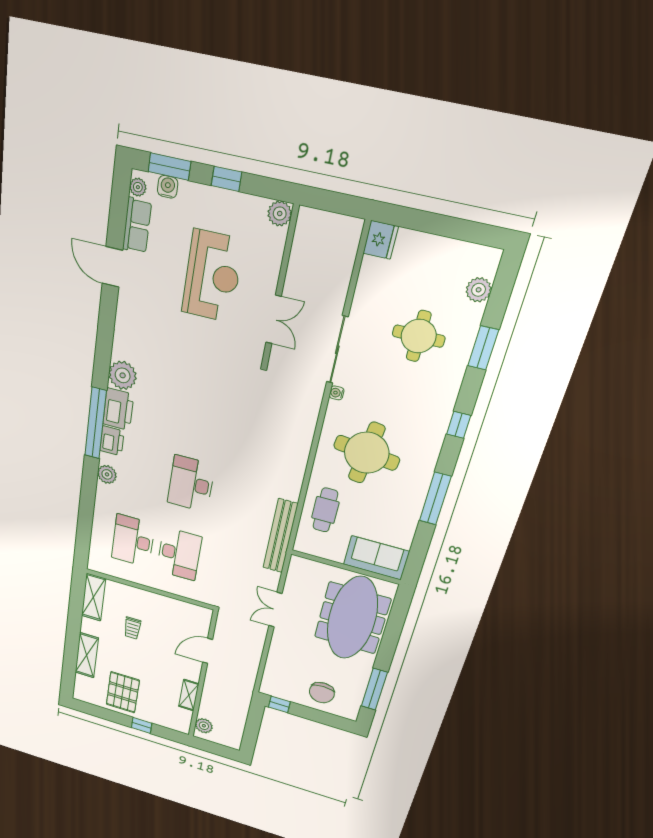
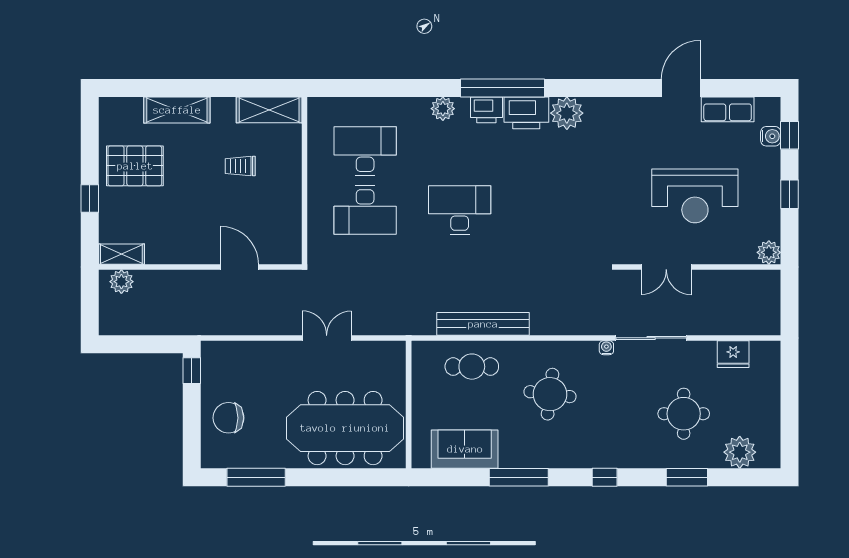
window: (169, 167) -> (790, 135), width x0.67
plant: (138, 187) -> (764, 106), removed
fridge: (381, 240) -> (733, 354), moved
plant: (479, 290) -> (740, 452), width x1.36, depth x1.36
round table: (367, 453) -> (550, 394), width x0.73, depth x0.73
bench: (280, 536) -> (483, 324), moved
sofa: (376, 558) -> (465, 449), moved, turned -90
shelving: (189, 695) -> (121, 254), moved

